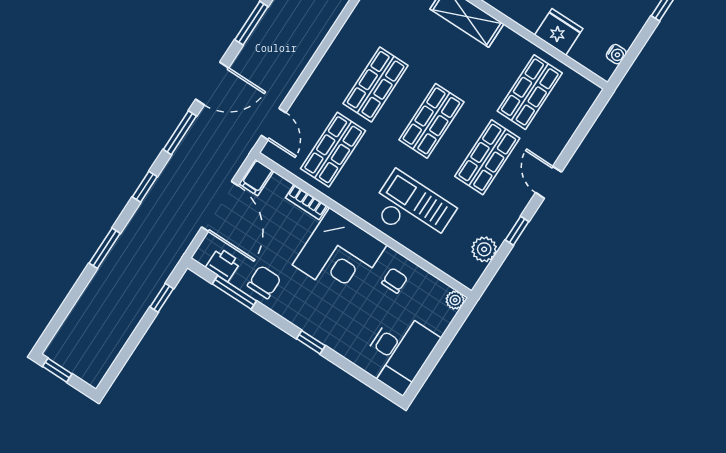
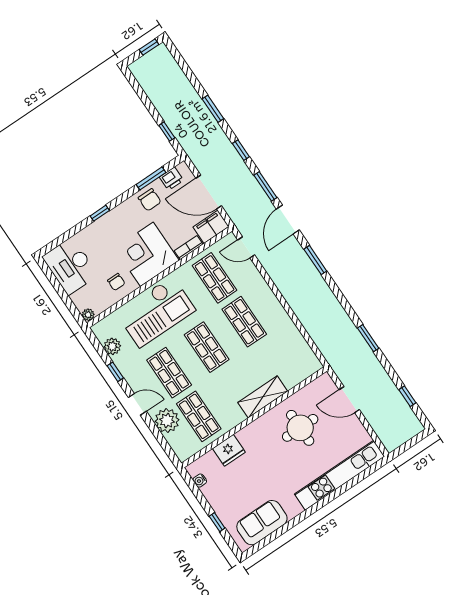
plant: (554, 133) -> (167, 421), added
filing cabinet: (256, 177) -> (211, 227), width x2.00
checkout: (412, 210) -> (156, 312), width x1.36, depth x1.21

